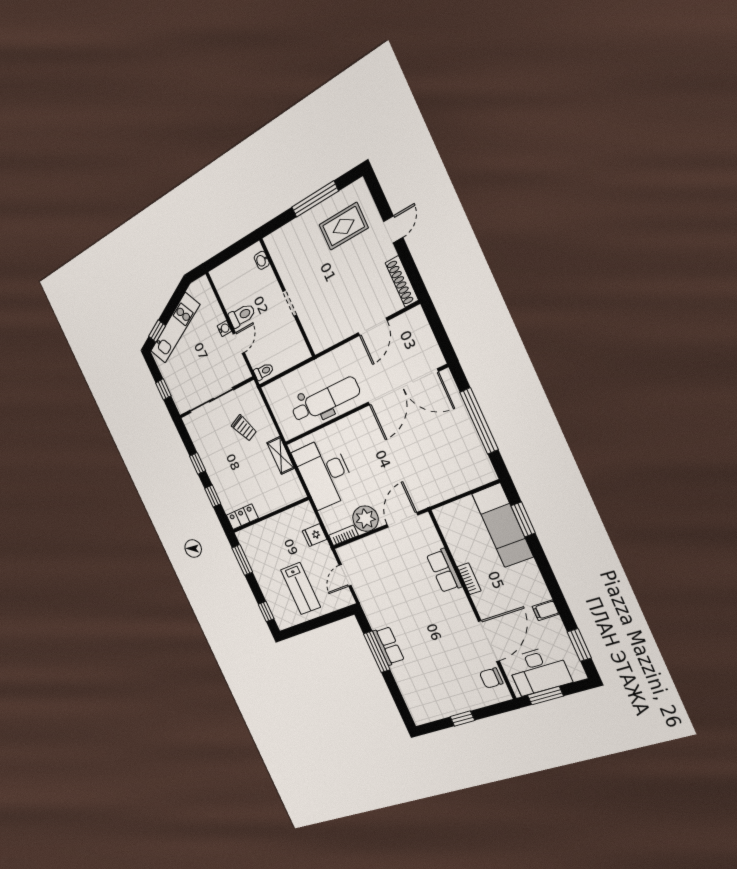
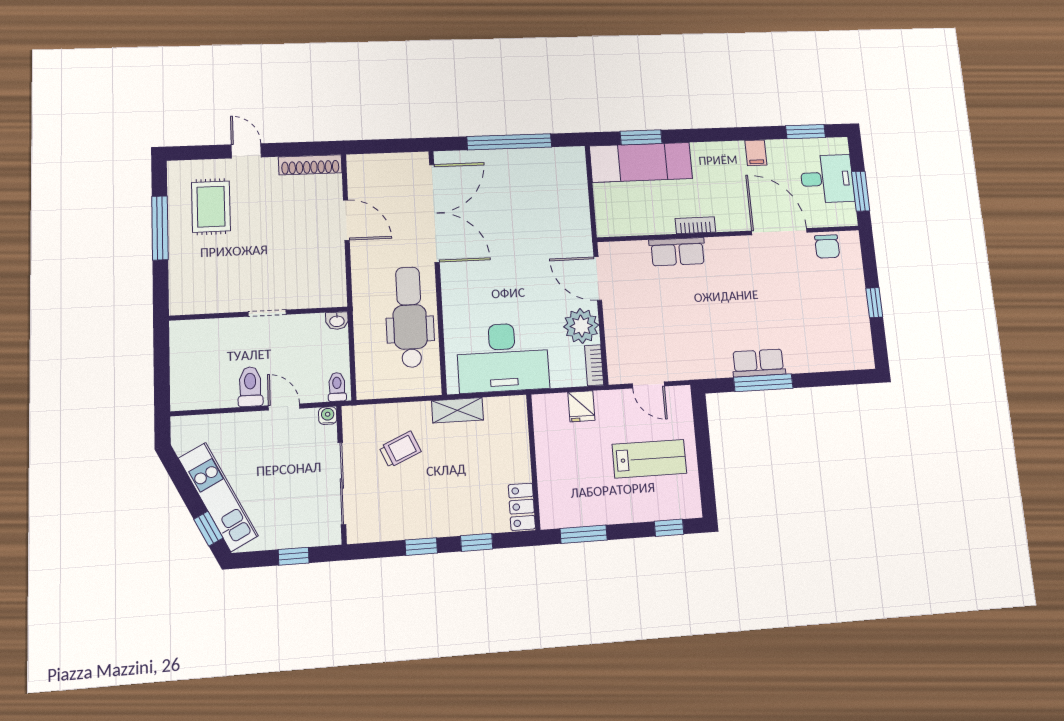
washbasin: (262, 260) -> (337, 321), moved
water cooler: (224, 329) -> (328, 416), moved
desk: (539, 671) -> (827, 179), width x0.73

